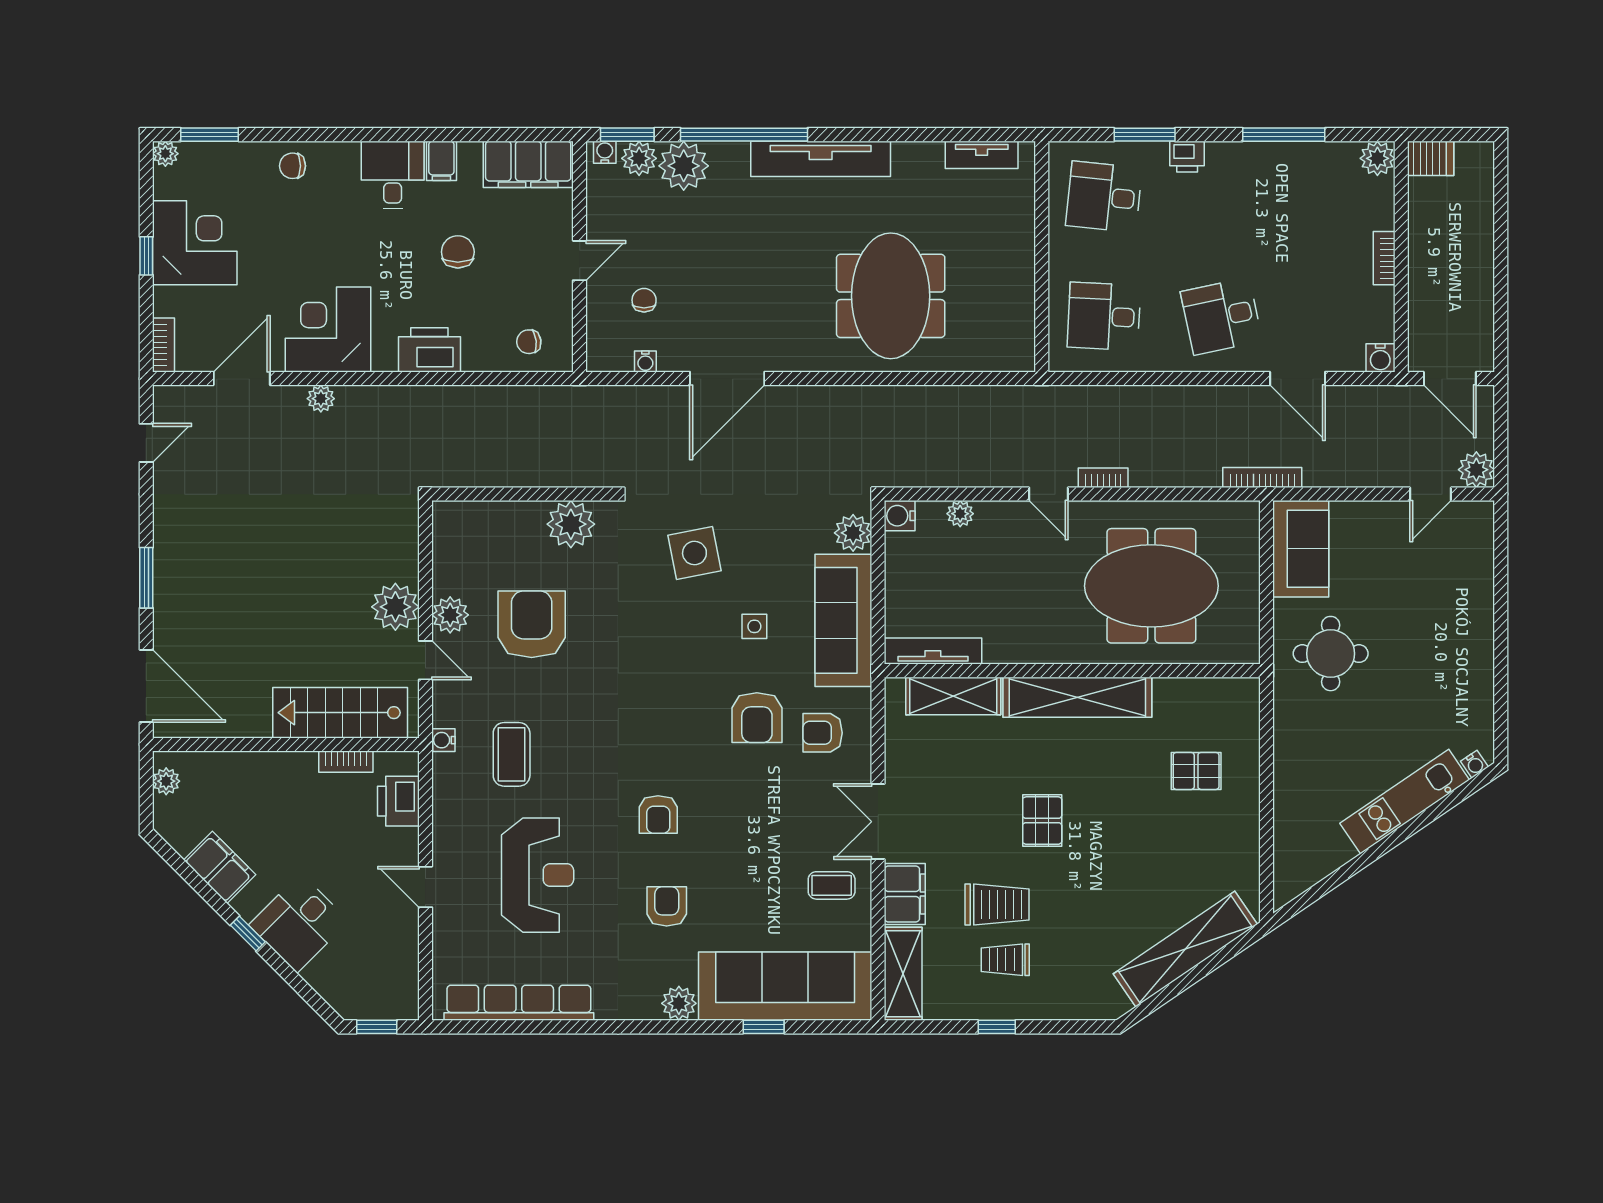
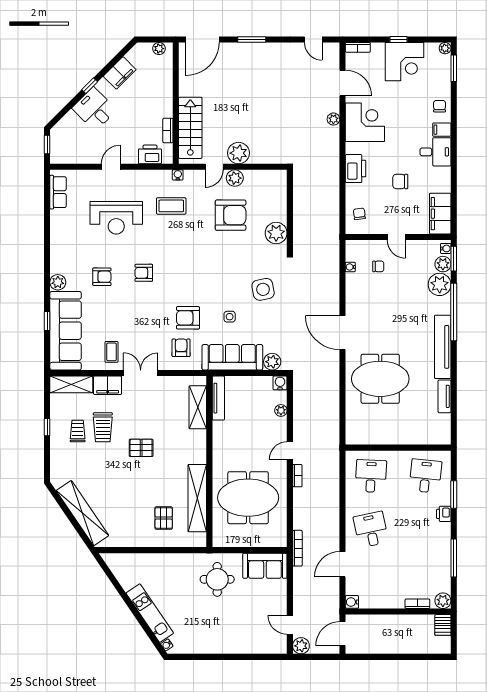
tv unit: (982, 155) -> (445, 396), moved
filing cabinet: (441, 161) -> (442, 130), moved
chair: (458, 252) -> (400, 181), turned 180
bookcase: (1384, 258) -> (417, 604), moved
door: (727, 379) -> (343, 333), moved
meeting table: (1151, 586) -> (248, 498), turned 90
shelving: (1077, 697) -> (197, 498), moved
row of seats: (519, 1003) -> (58, 192), width x0.50

